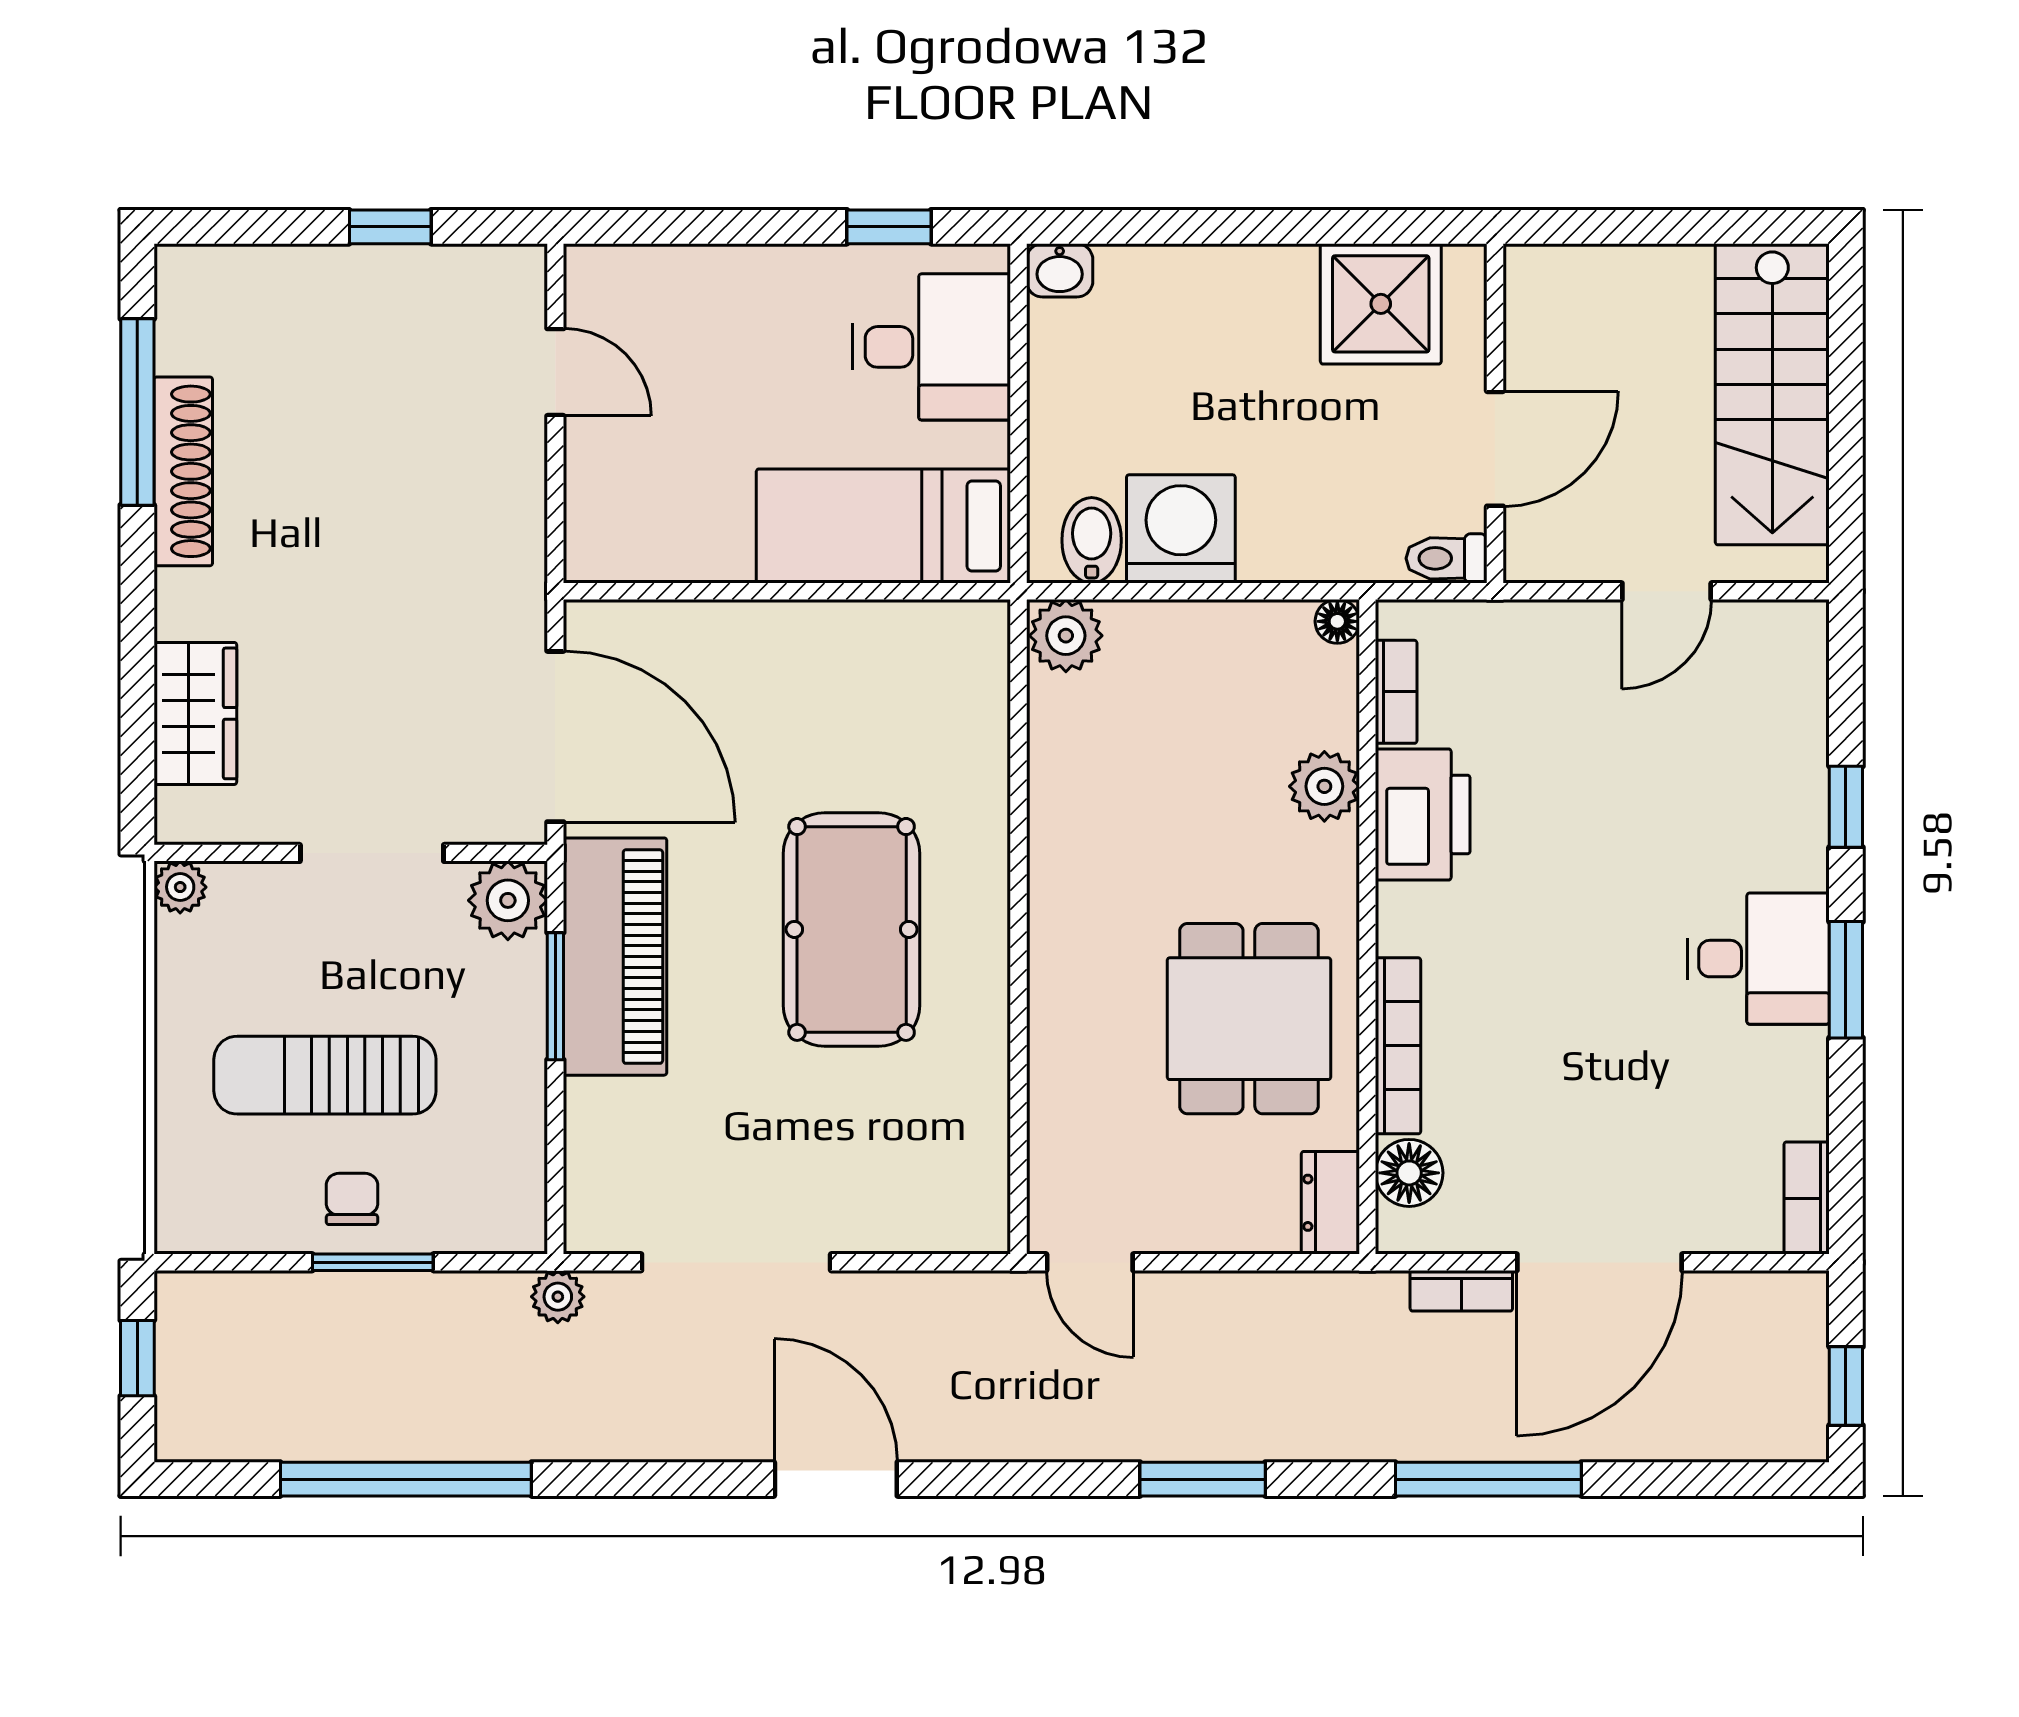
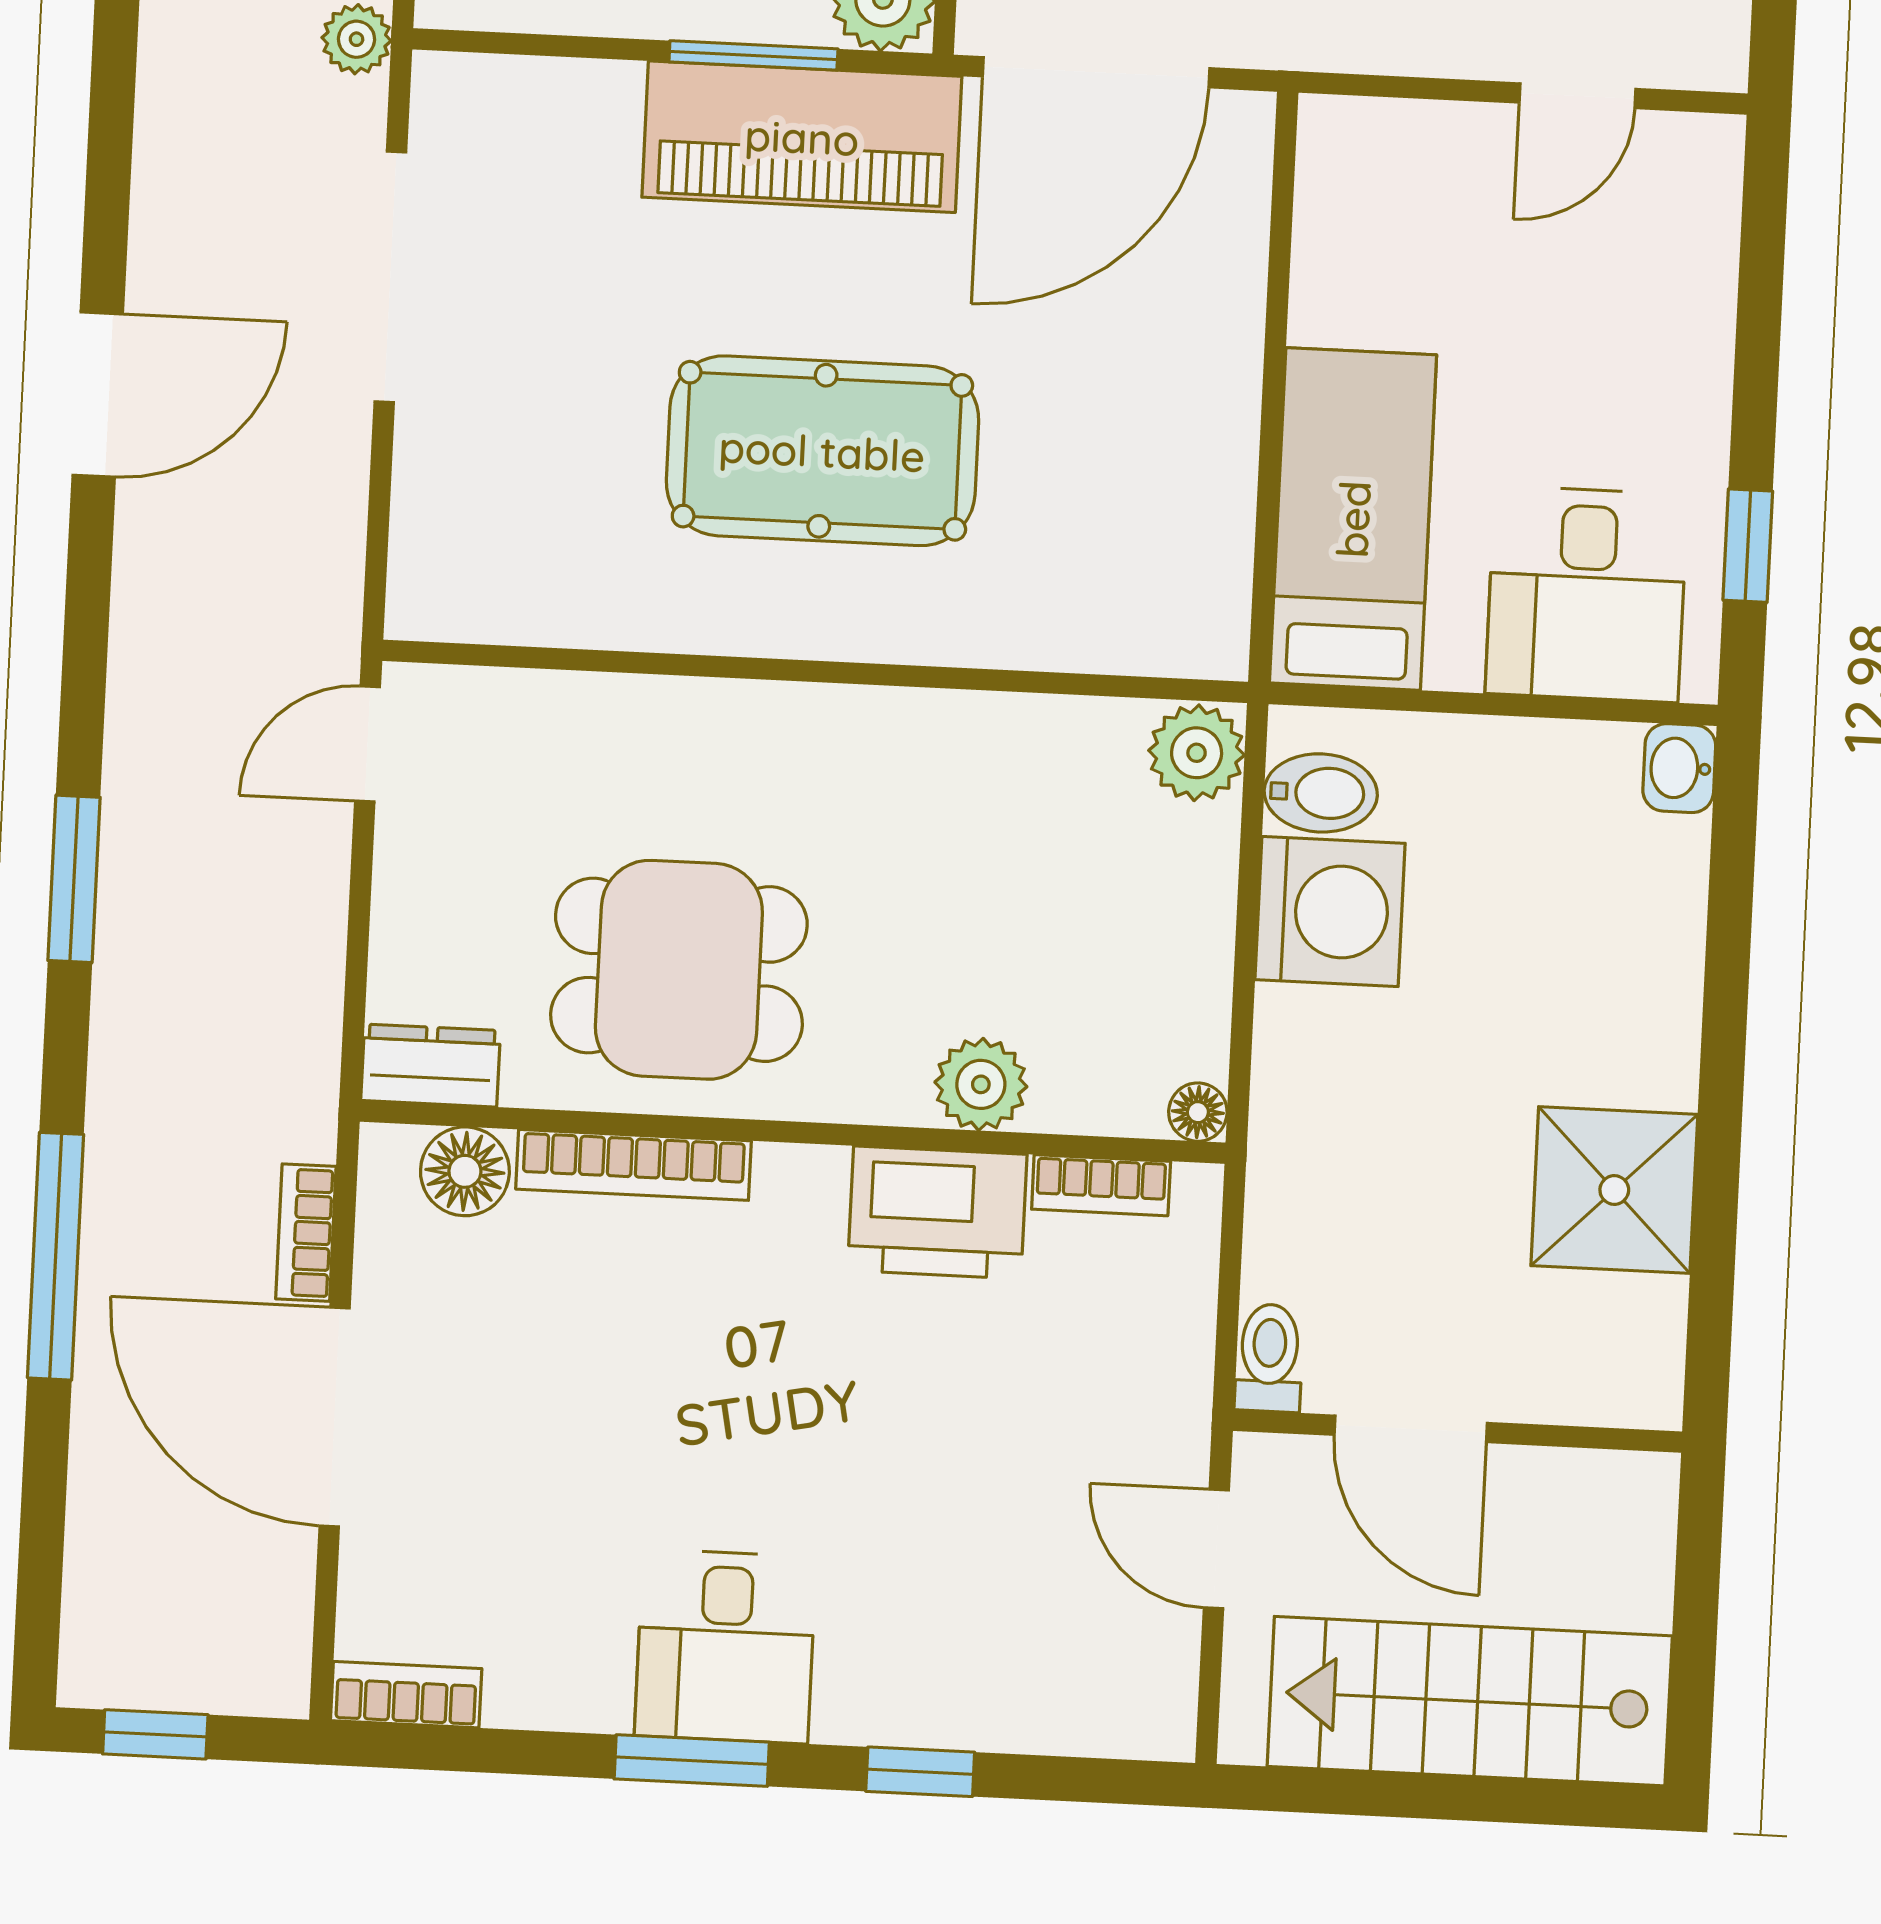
wall: (1495, 413) -> (1458, 1431), moved
door: (1495, 449) -> (1411, 1429), moved
toilet: (1447, 558) -> (1269, 1358), moved

